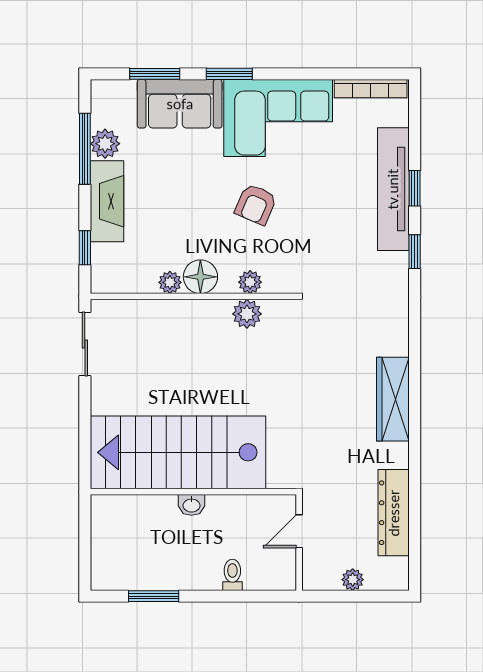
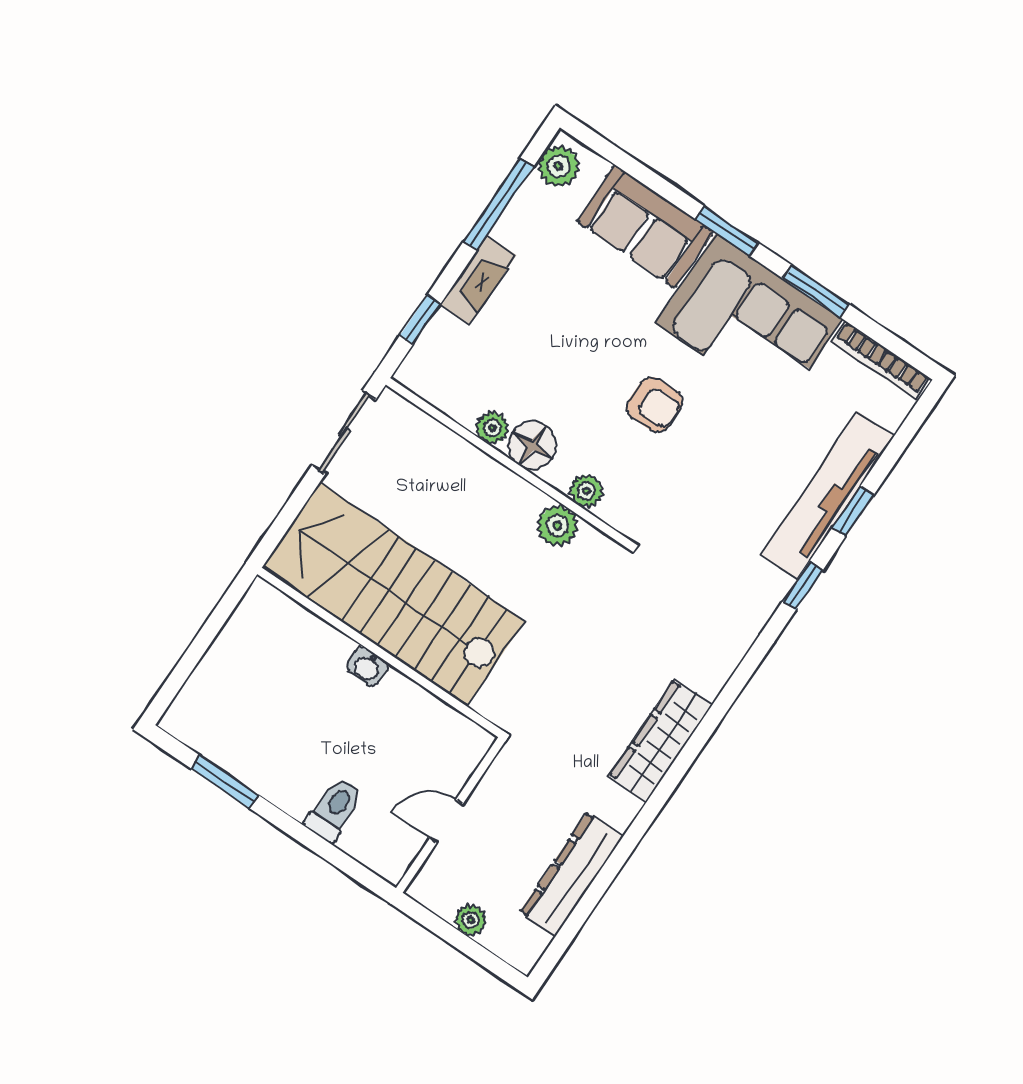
window: (155, 74) -> (816, 291), moved
plant: (105, 144) -> (559, 166), moved
fireplace: (107, 201) -> (478, 280), width x0.73, depth x0.76
armchair: (256, 204) -> (655, 404), turned -113
stairs: (178, 452) -> (393, 594), moved
wall: (193, 492) -> (380, 652), moved
washbasin: (191, 505) -> (367, 667), moved
toilet: (232, 575) -> (334, 809), width x1.37, depth x1.39

